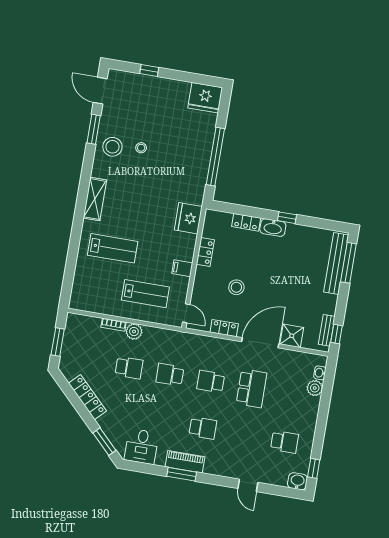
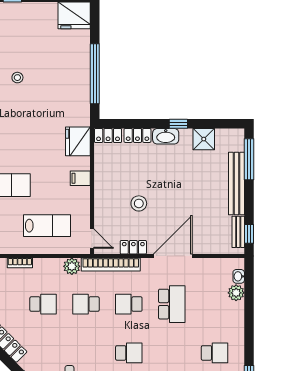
locker: (205, 252) -> (108, 136), moved, turned 90
bench: (336, 263) -> (237, 183), moved
filing cabinet: (182, 268) -> (80, 178), moved
plant: (134, 332) -> (72, 266), moved
shower: (292, 336) -> (204, 139), moved
bookcase: (200, 341) -> (111, 265), added

